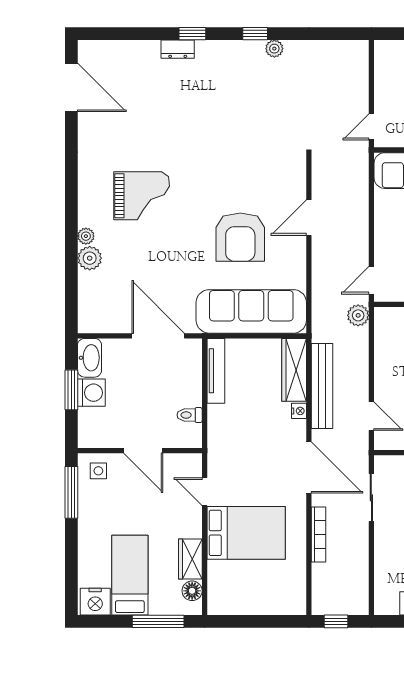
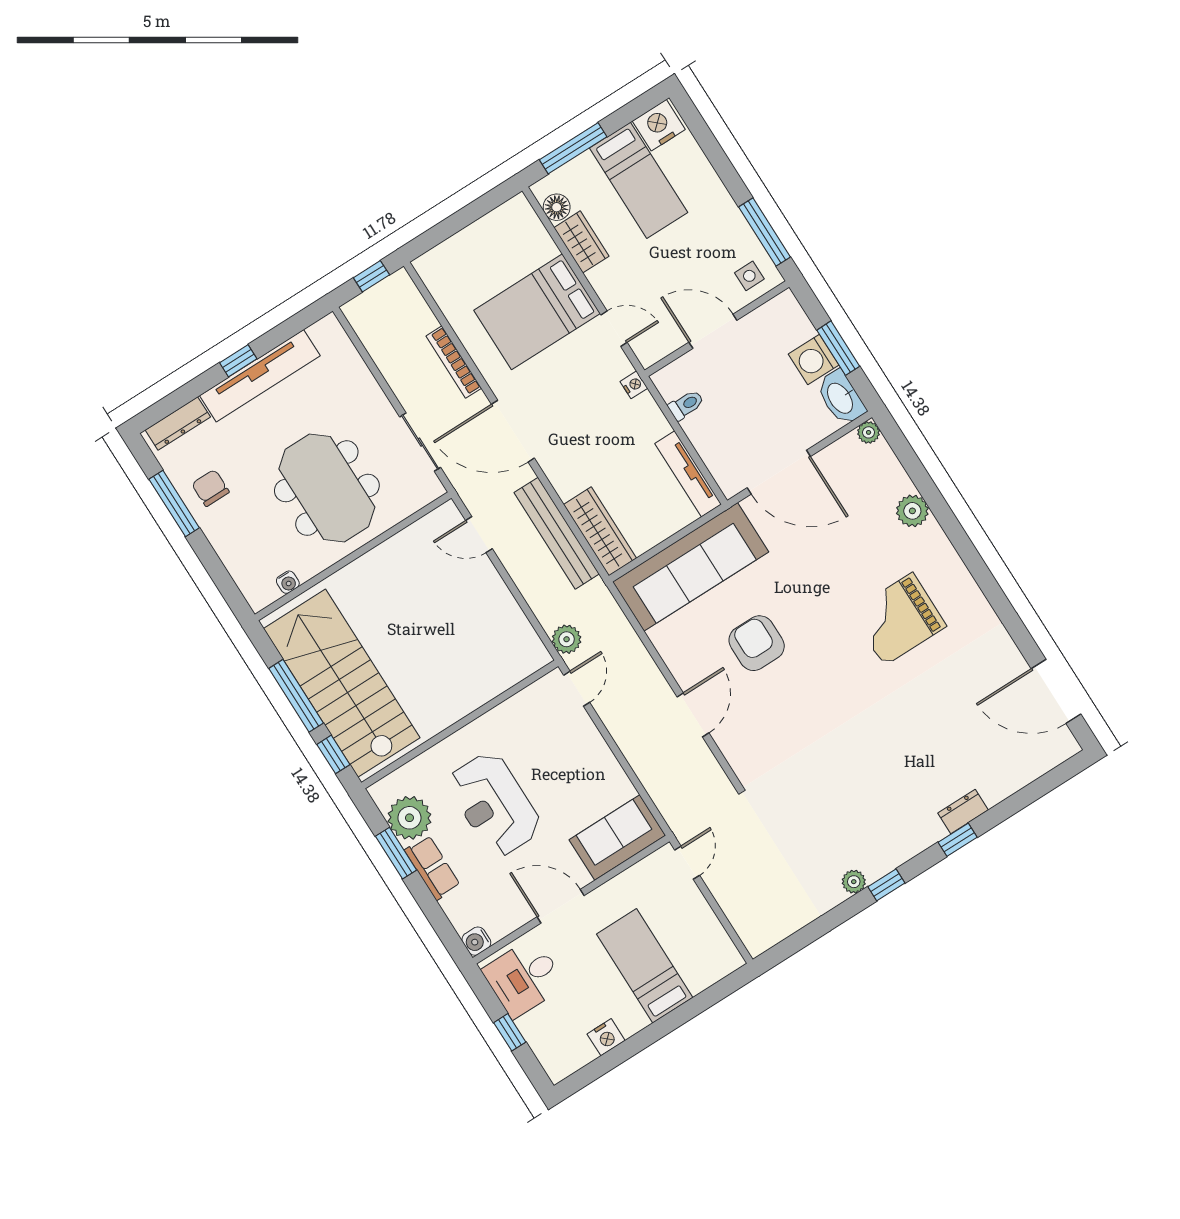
plant: (86, 236) -> (869, 432), moved
armchair: (240, 237) -> (757, 643), width x0.73, depth x0.73
nightstand: (299, 411) -> (634, 385), moved, turned 180

